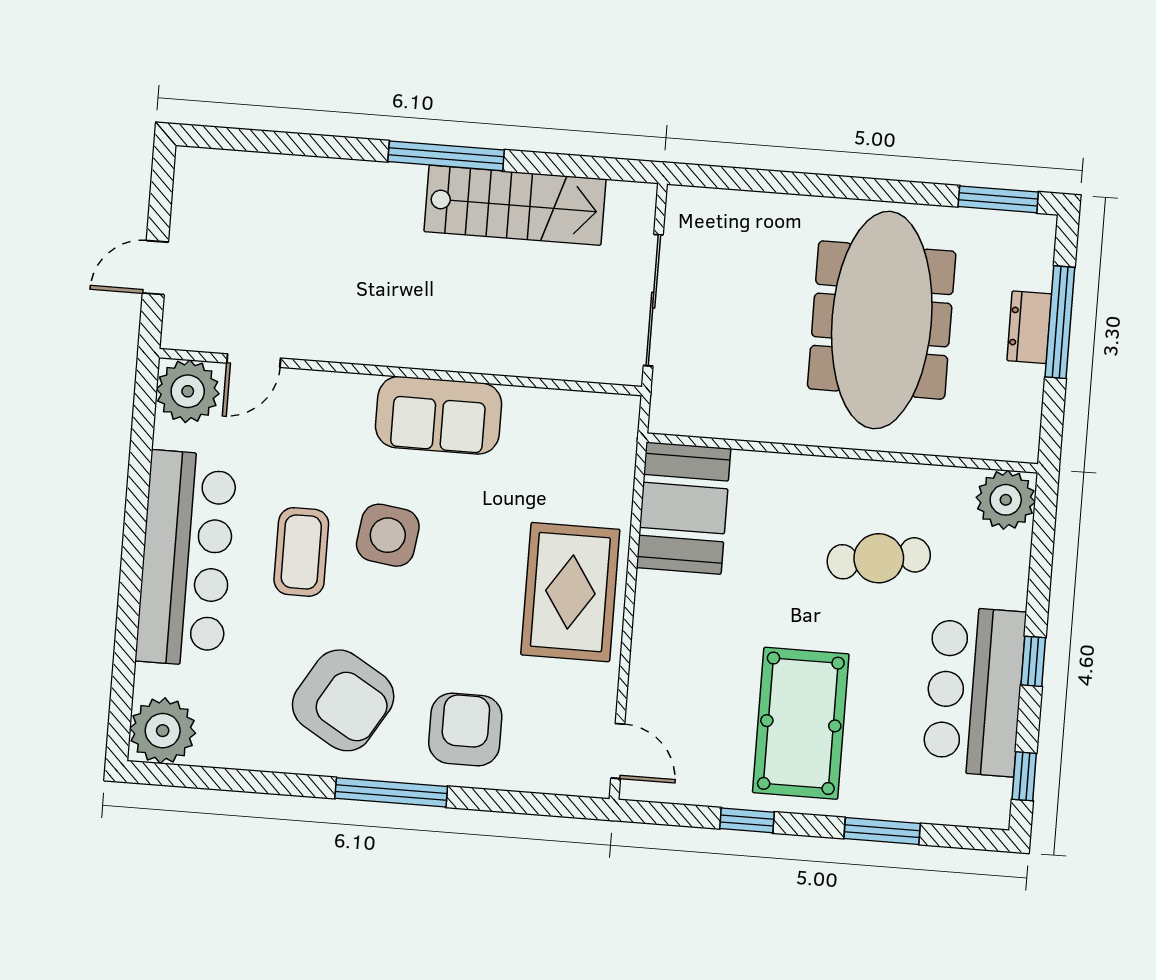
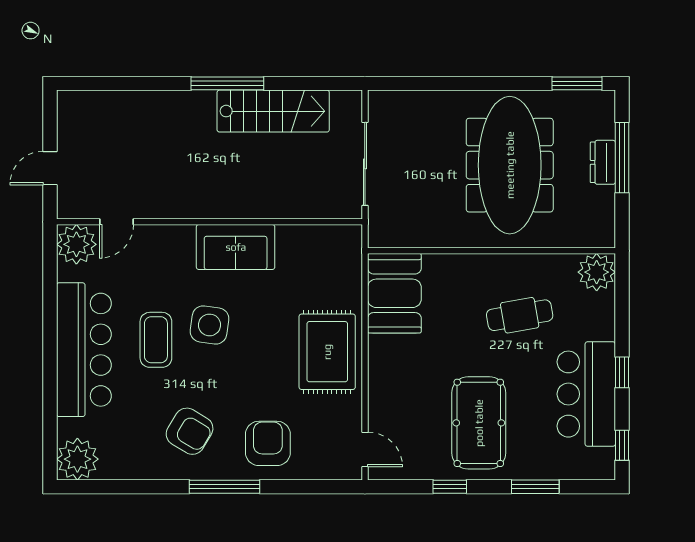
armchair: (343, 700) -> (190, 431), width x0.73, depth x0.73

